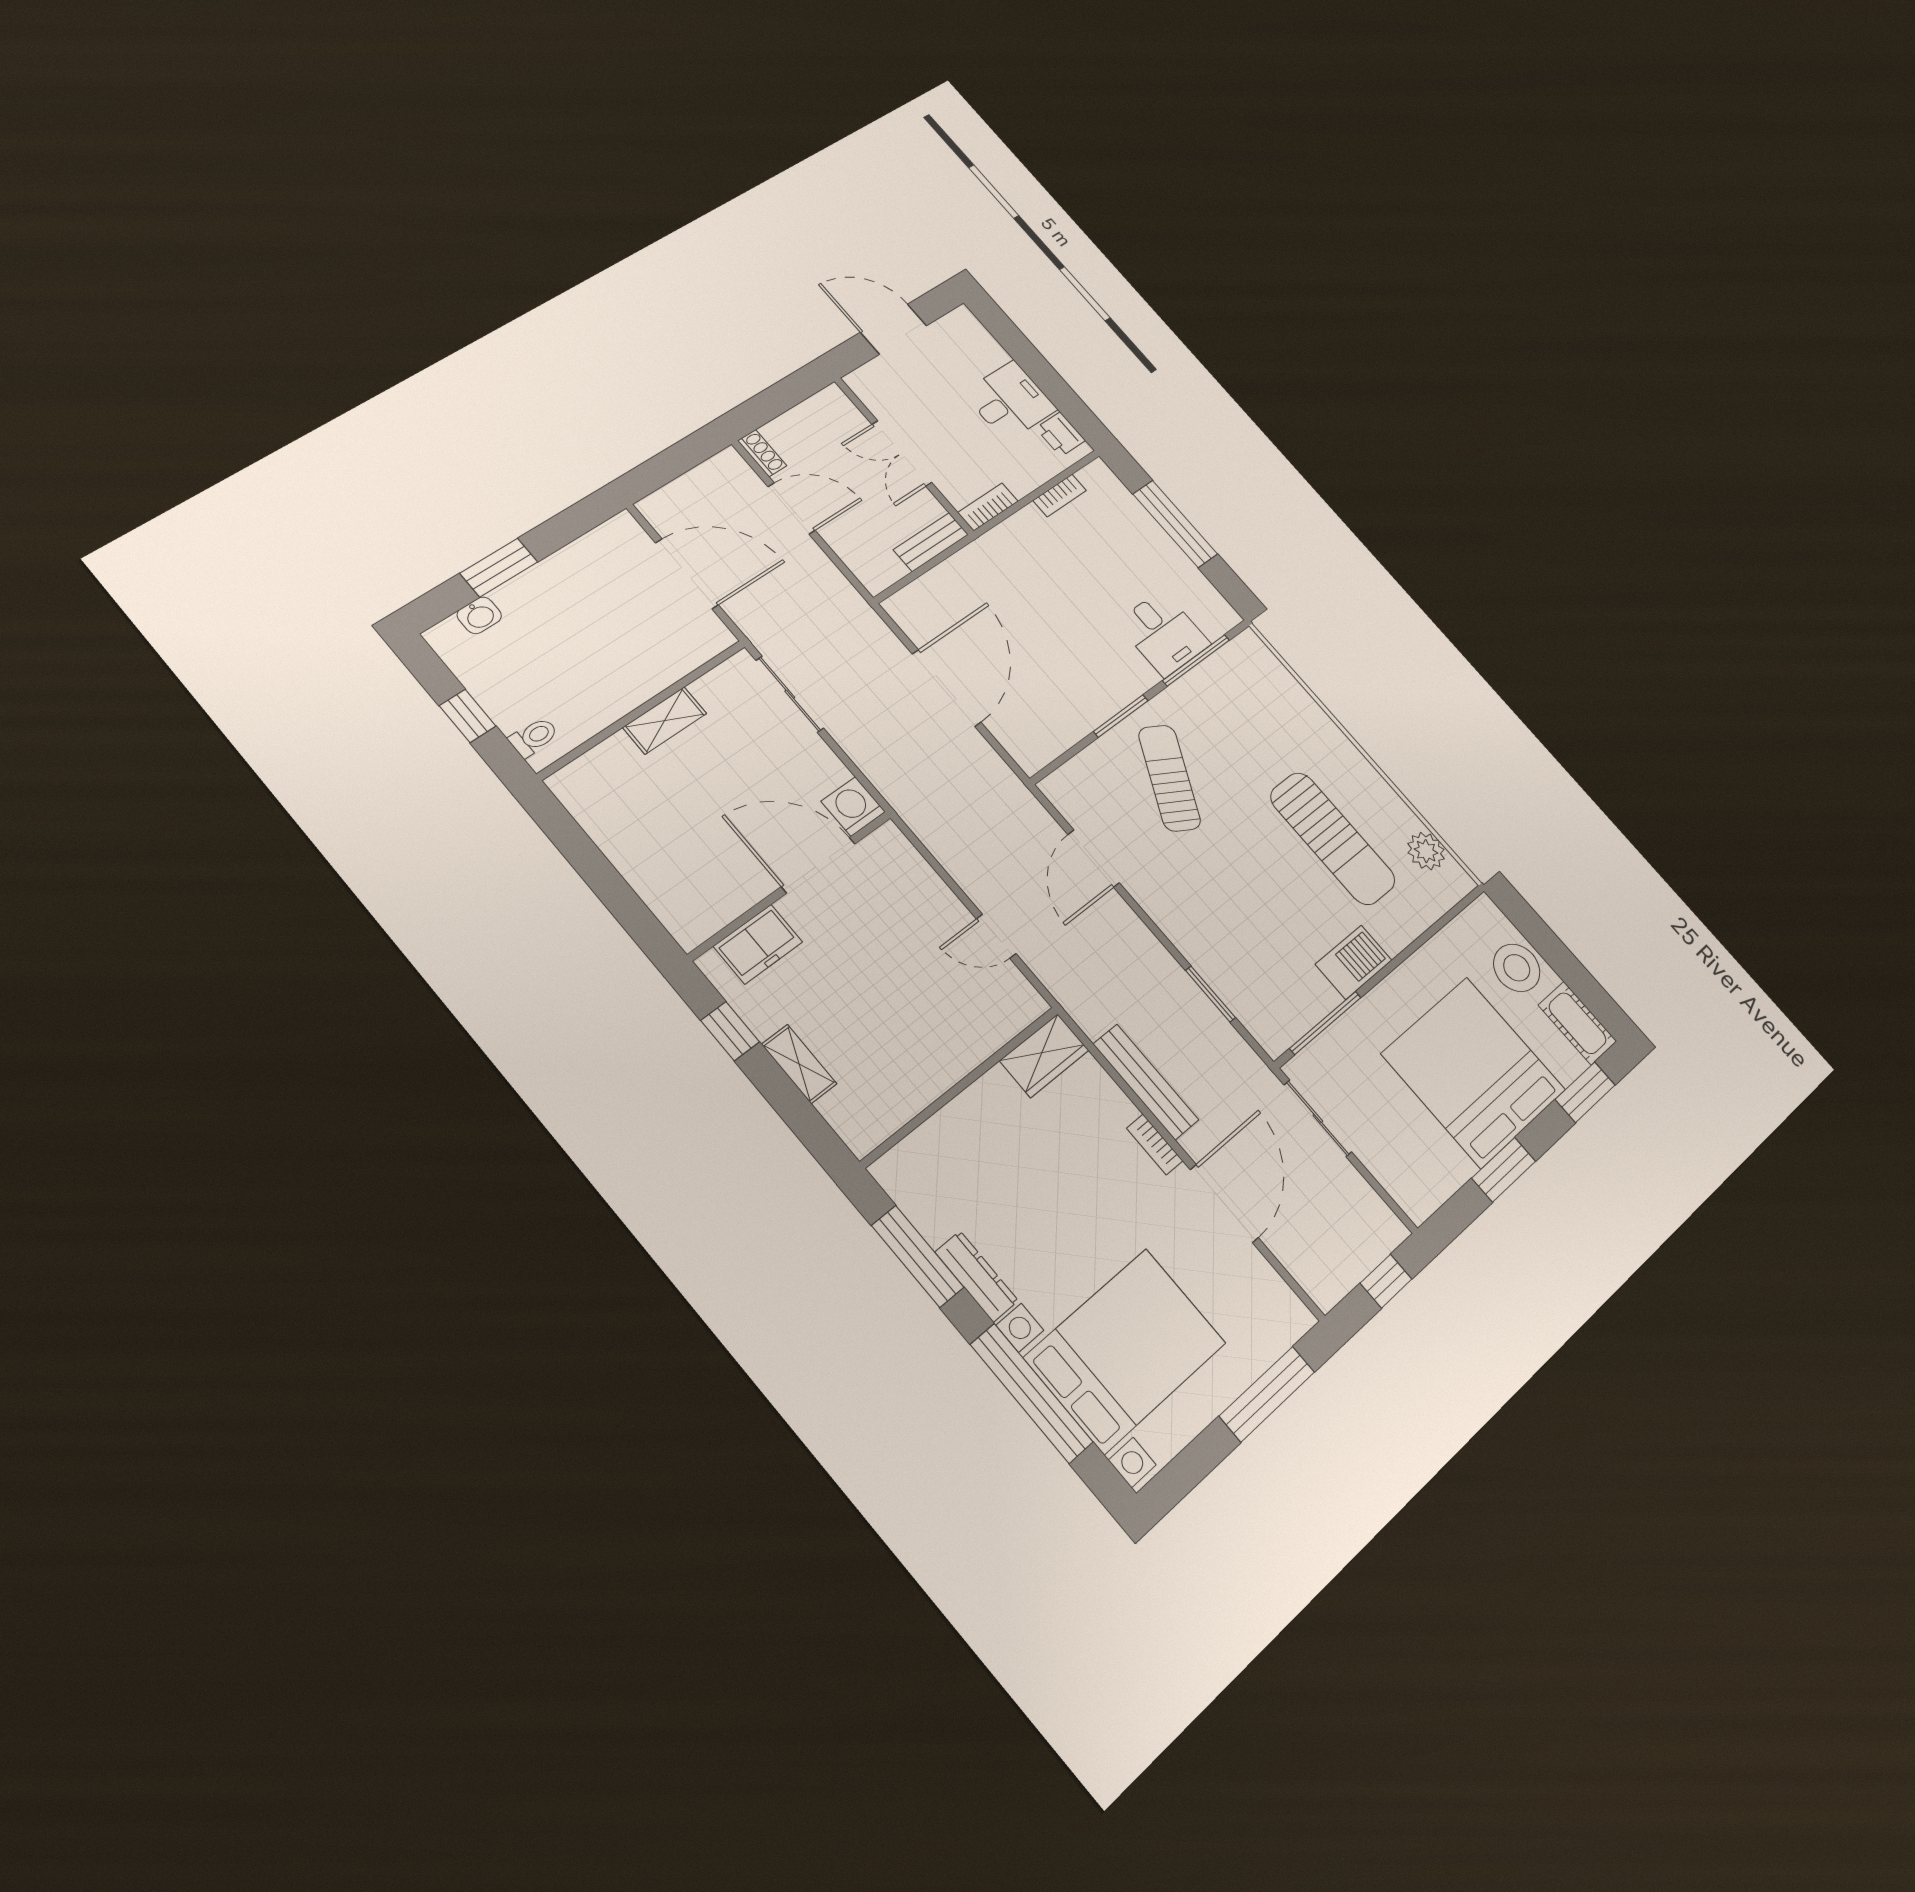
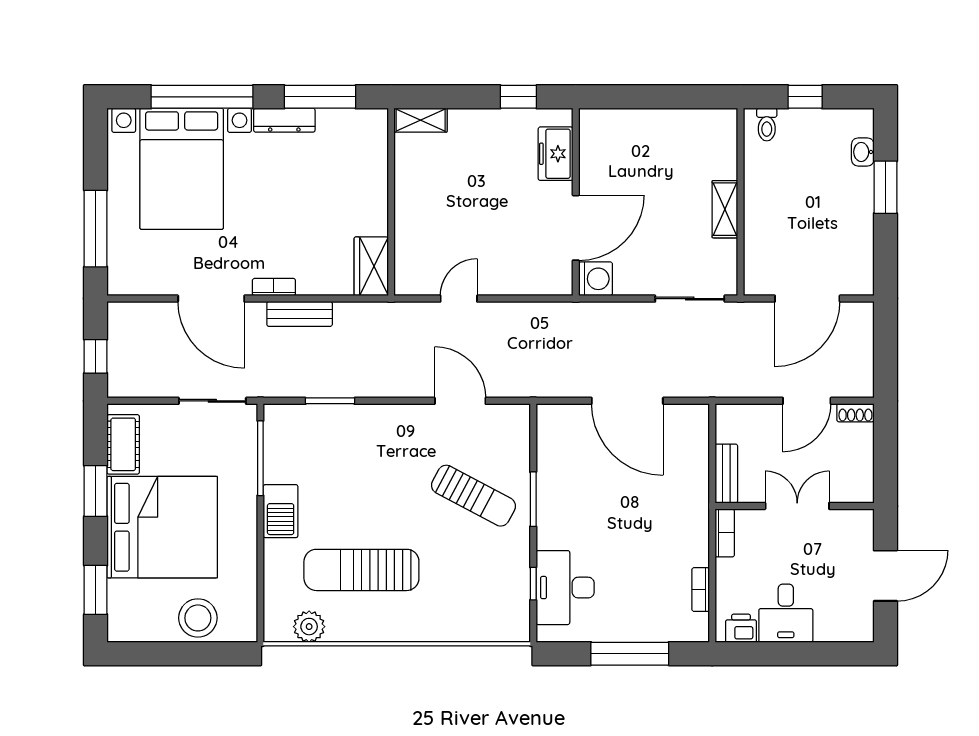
desk: (1163, 633) -> (565, 588), width x1.37
window: (1196, 660) -> (533, 584), width x0.46
cot: (1577, 1023) -> (123, 444), moved, turned 90
shelving: (799, 1064) -> (421, 120), moved
bench: (1146, 1082) -> (300, 314), width x0.73

